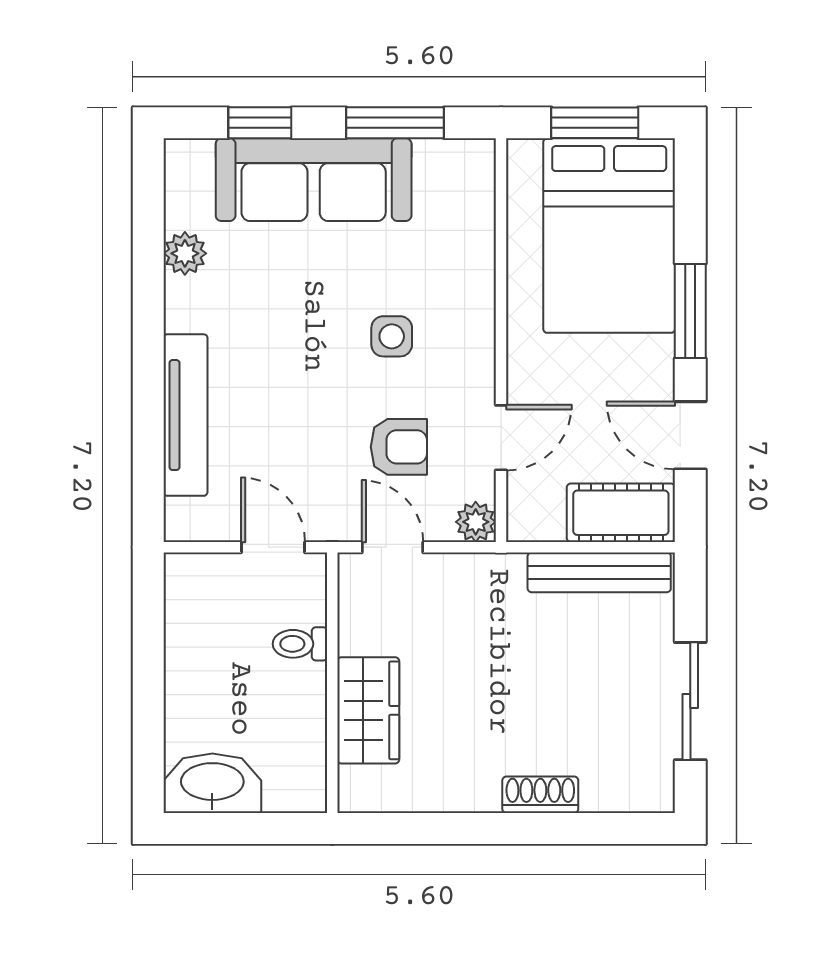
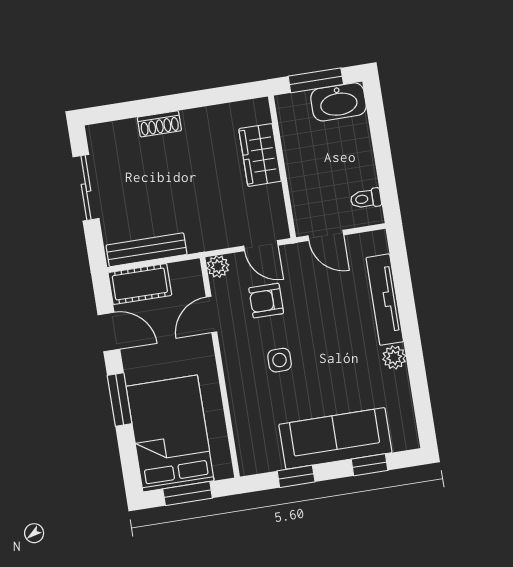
window: (395, 123) -> (296, 476), width x0.67
plant: (185, 253) -> (394, 357), moved
toilet: (300, 644) -> (366, 199), moved, turned 180
window: (247, 828) -> (316, 80), added

